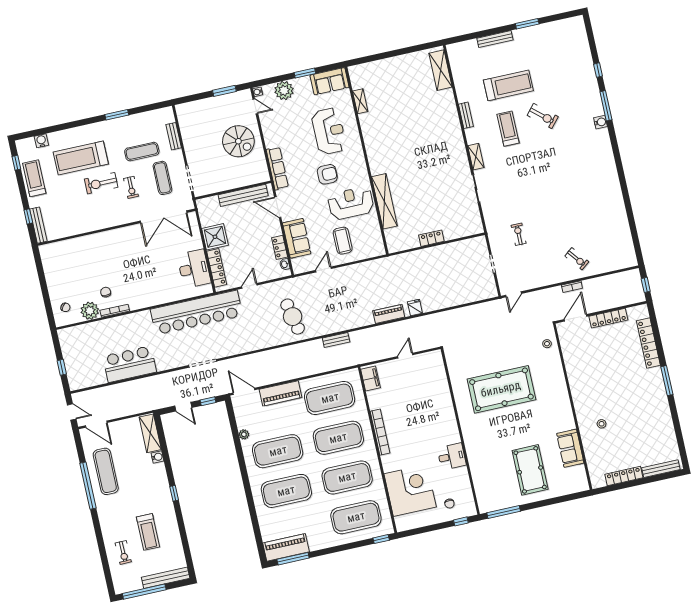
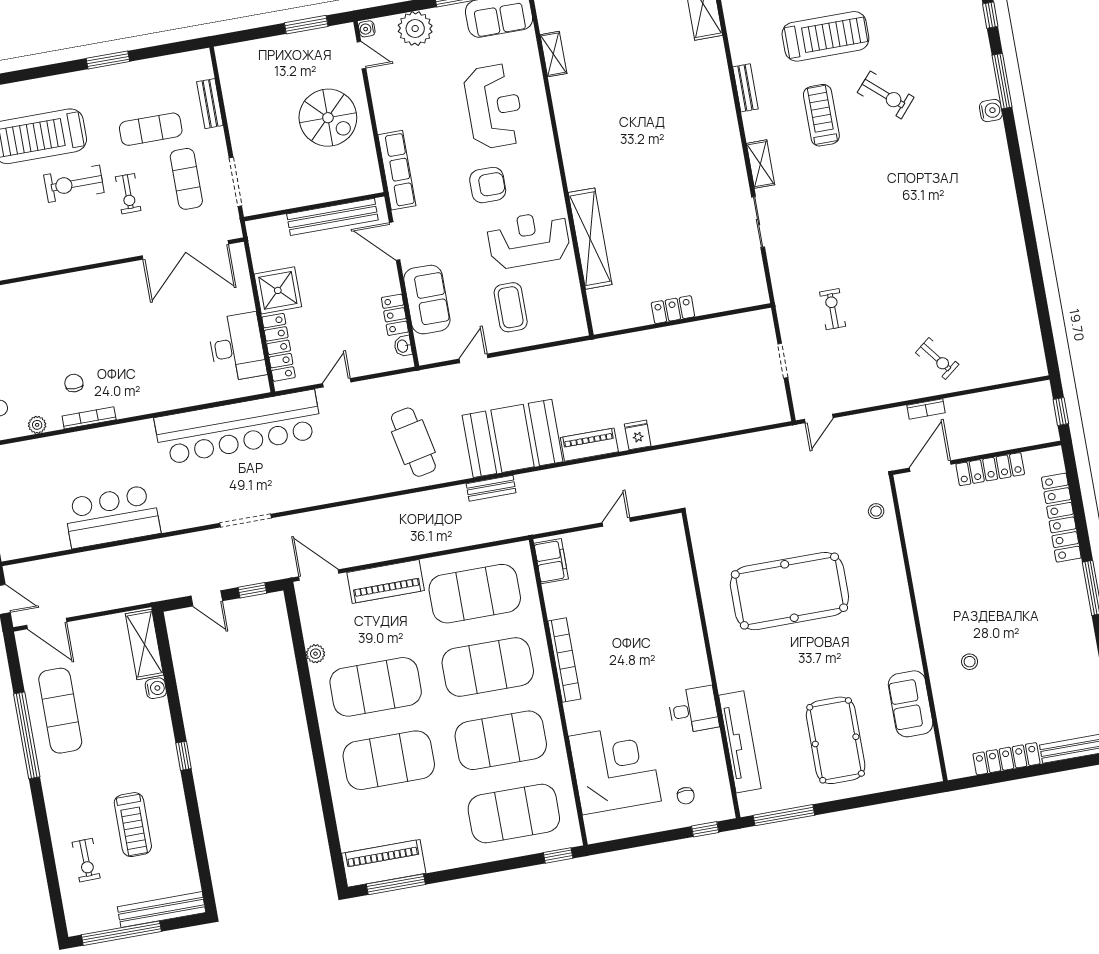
plant: (90, 311) -> (37, 425), width x0.53, depth x0.53
booth: (347, 312) -> (513, 438), added
tv unit: (478, 473) -> (740, 742), added

